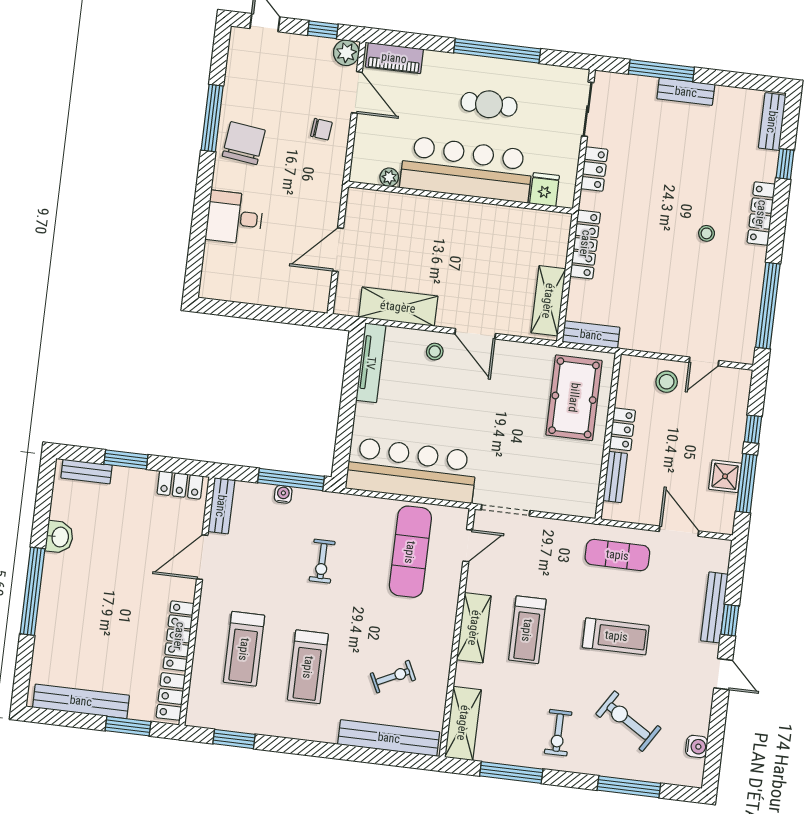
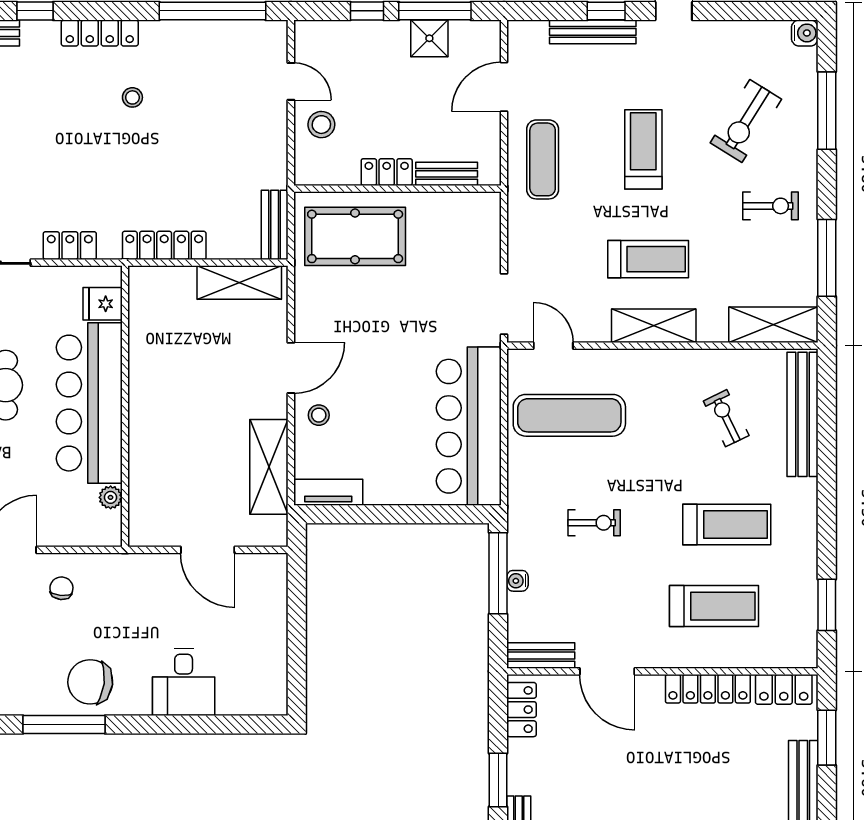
tv unit: (371, 363) -> (328, 492), width x0.71
water cooler: (697, 746) -> (805, 33), moved, turned 90

